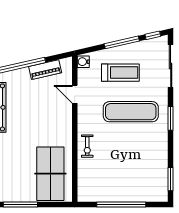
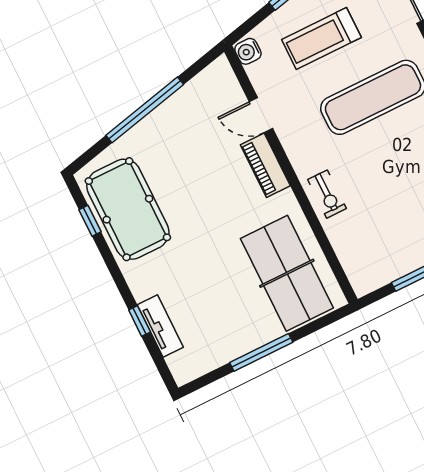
piano: (45, 70) -> (265, 165), moved, turned 103
treadmill: (120, 73) -> (321, 38), turned 180

